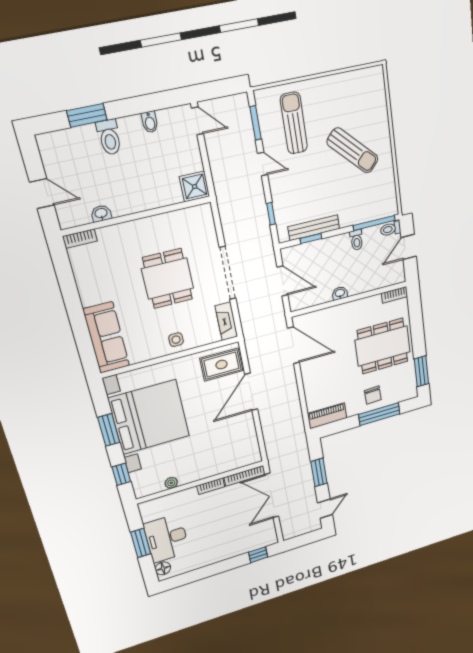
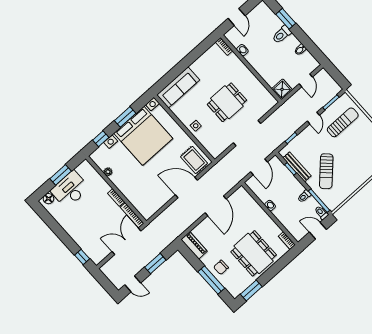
door: (197, 121) -> (306, 80), moved
sun lounger: (353, 150) -> (326, 171), moved
fireplace: (226, 321) -> (220, 148), removed
door: (293, 345) -> (216, 206), moved

